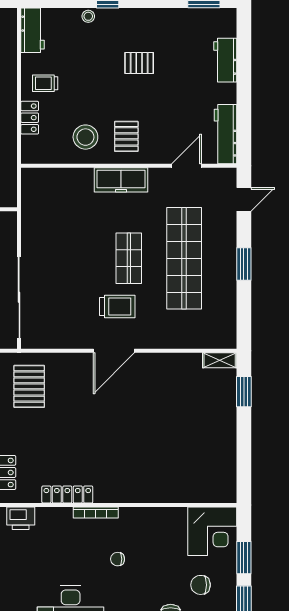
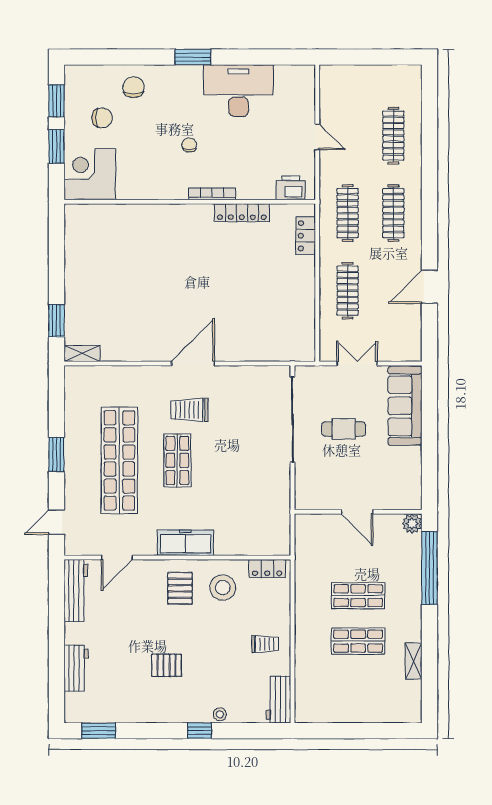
locker: (30, 118) -> (267, 569), moved, turned -90
pallet: (29, 386) -> (282, 326), removed
chair: (118, 559) -> (189, 145), turned -88

